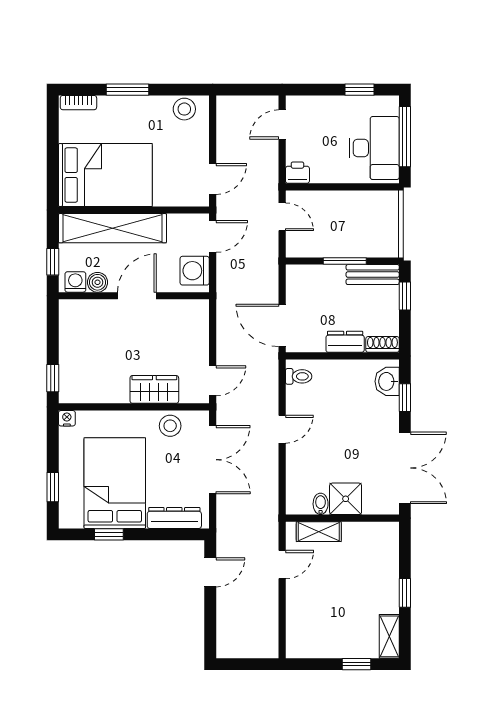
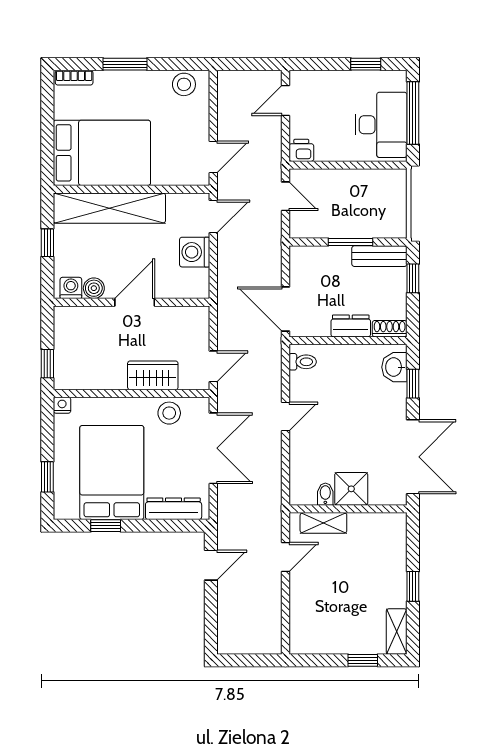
washing machine: (75, 282) -> (71, 288), moved
boiler: (97, 282) -> (94, 288), moved
wall: (134, 296) -> (132, 302), moved
door: (137, 296) -> (135, 302), moved

